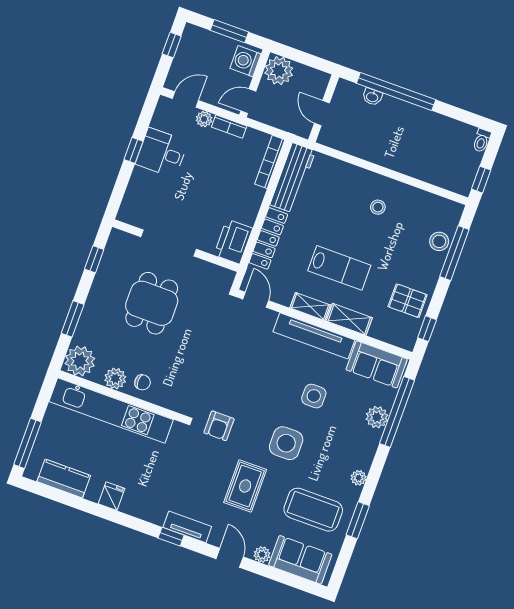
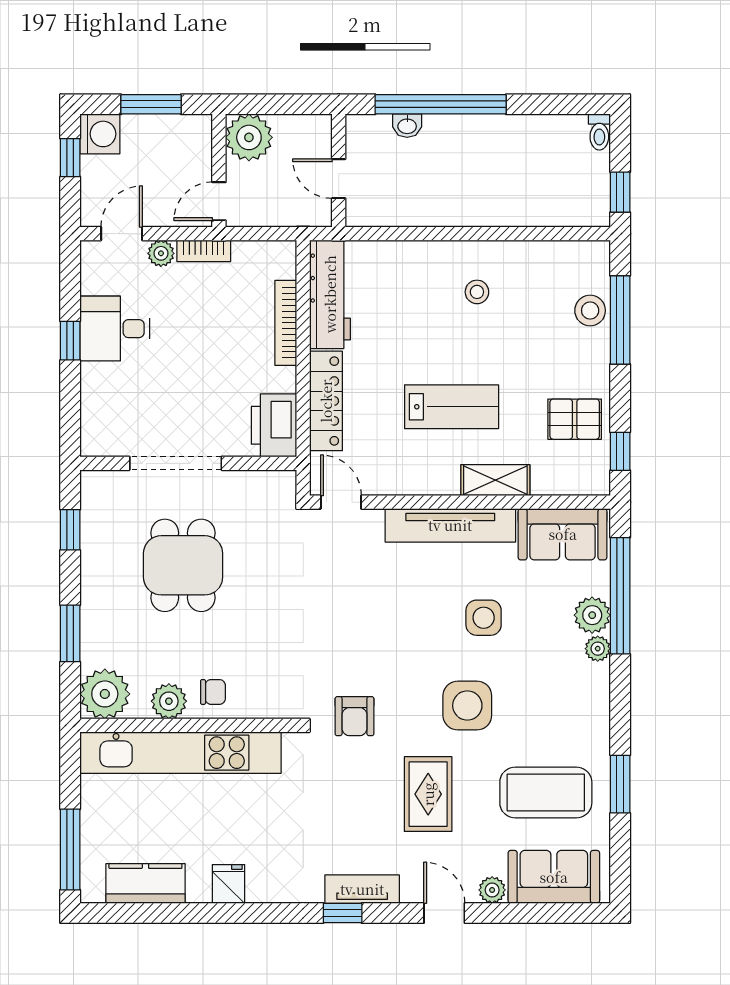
washing machine: (246, 61) -> (100, 134), moved, turned 180
bookcase: (270, 162) -> (286, 323), moved
shelving: (310, 306) -> (428, 482), removed
plant: (359, 478) -> (598, 649), moved

